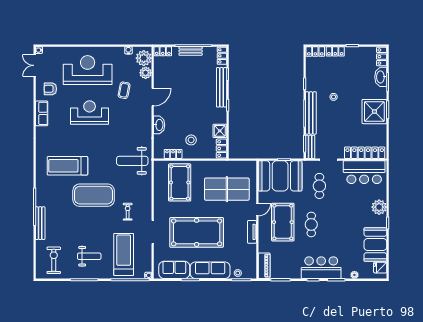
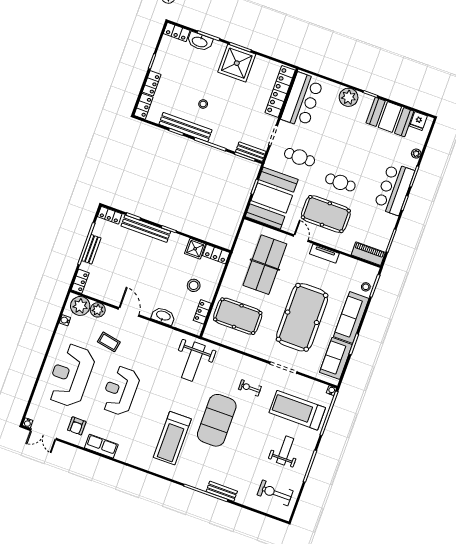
bench: (311, 113) -> (185, 127), moved
bench: (40, 223) -> (222, 491), width x0.73

